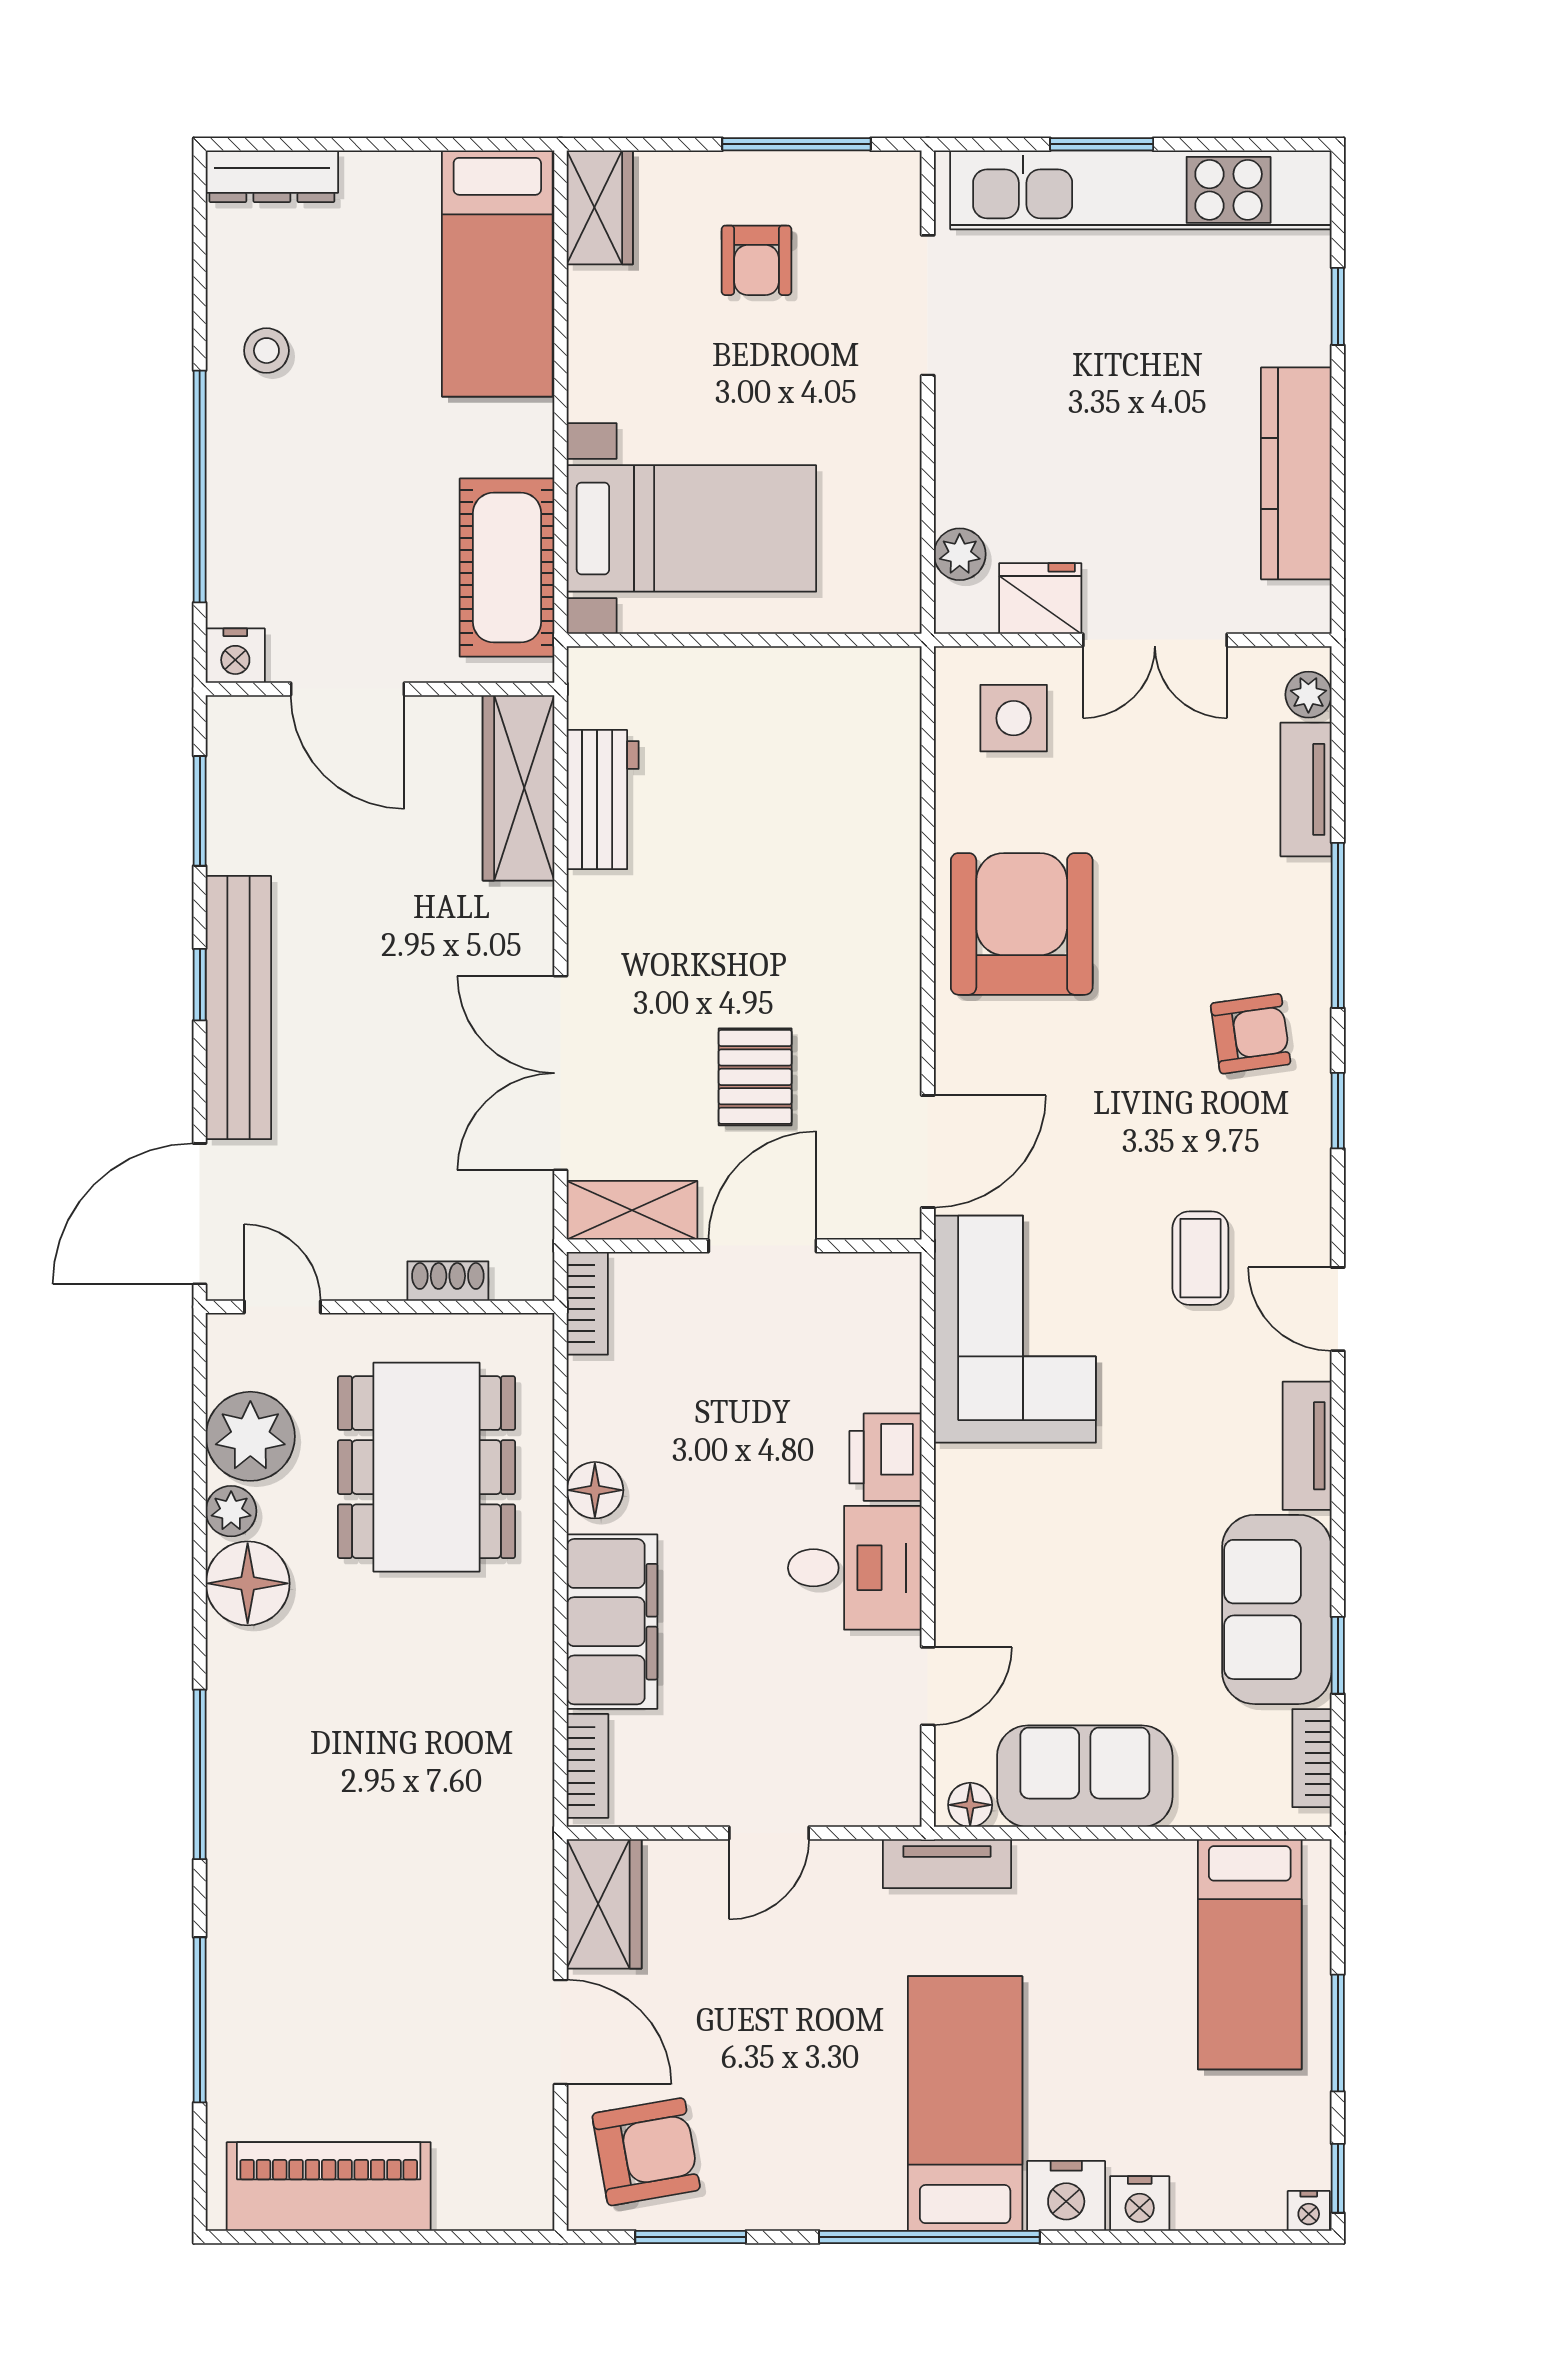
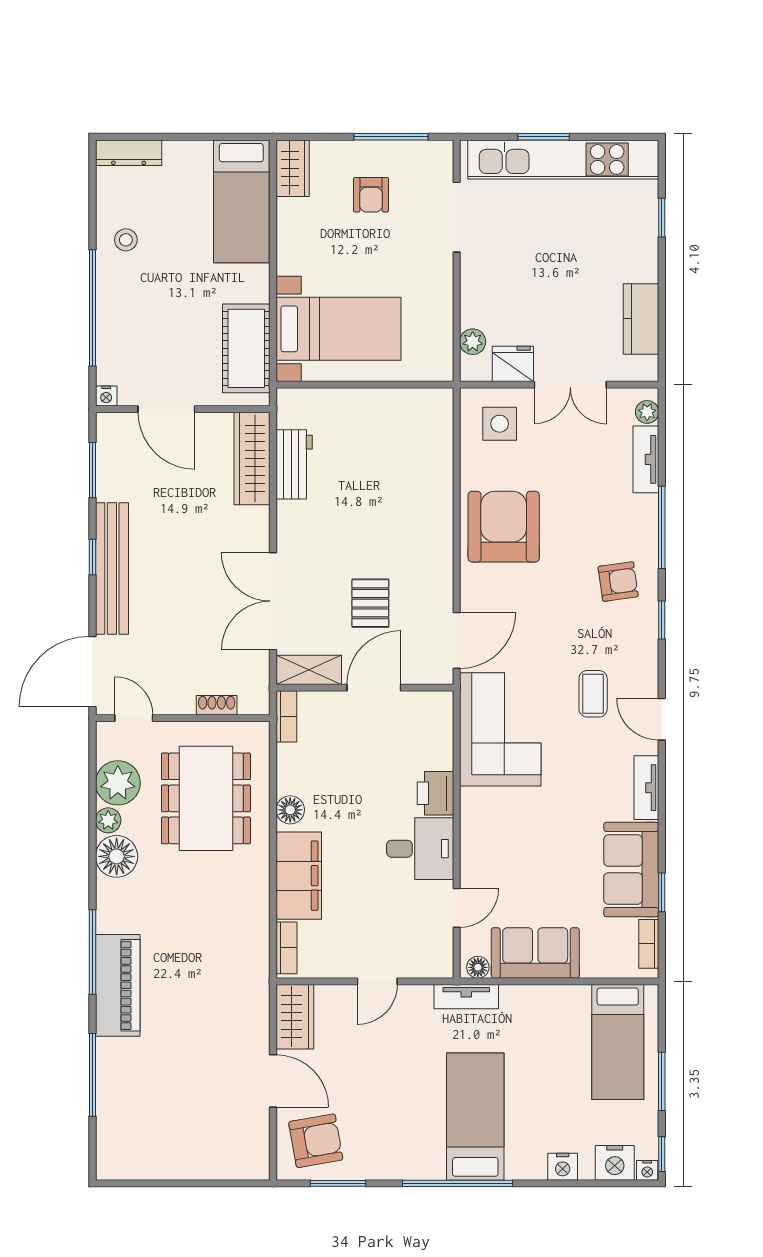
kitchen counter: (1296, 473) -> (641, 319), width x0.67
nightstand: (235, 656) -> (106, 396), width x0.72, depth x0.74
piano: (329, 2186) -> (118, 985), moved, turned 90
nightstand: (1066, 2196) -> (615, 1163), moved

